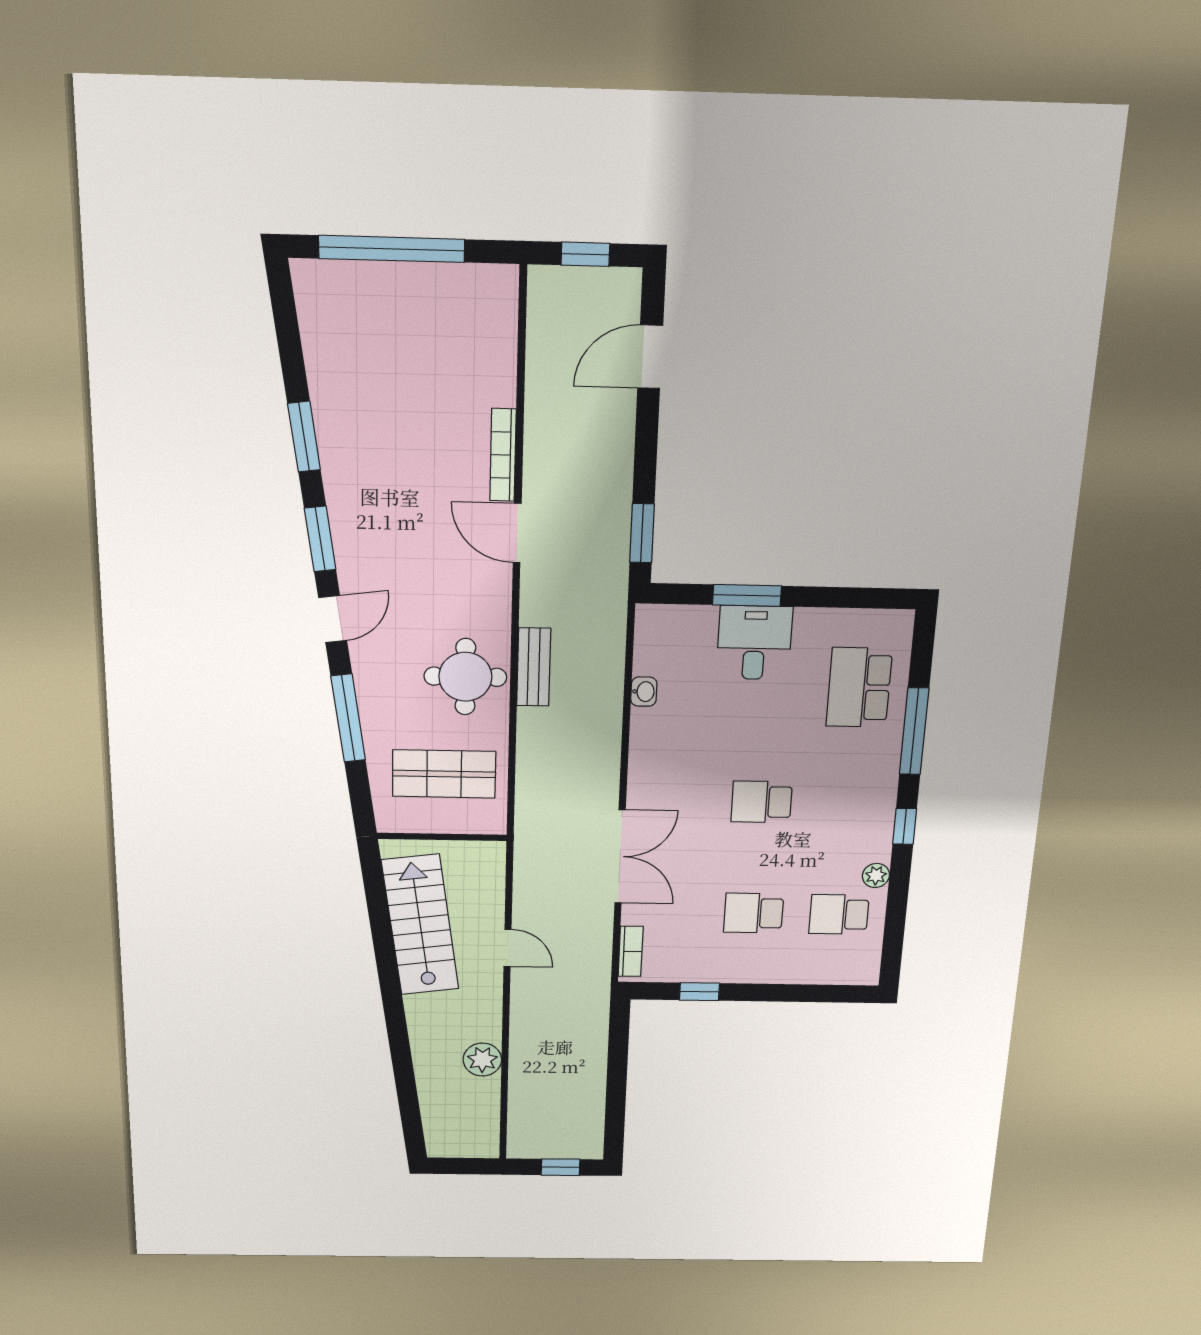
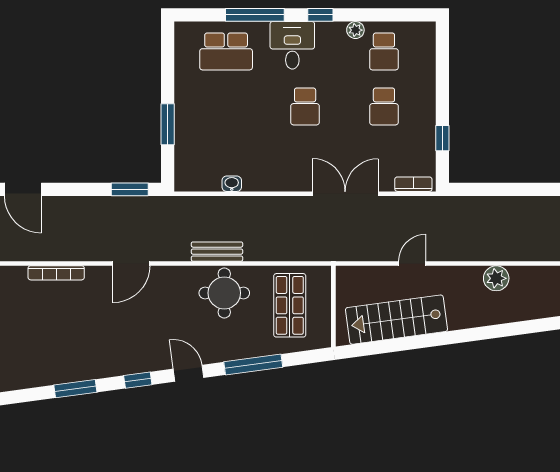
bookcase: (503, 455) -> (56, 273), moved
window: (320, 539) -> (138, 380), width x0.67
desk: (754, 643) -> (292, 45), moved, turned 90

